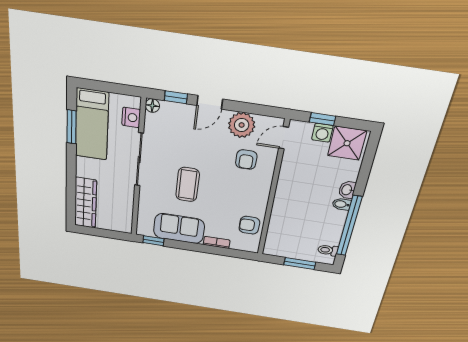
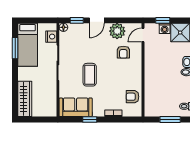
sofa: (179, 229) -> (76, 107), moved
window: (153, 241) -> (90, 120), moved

